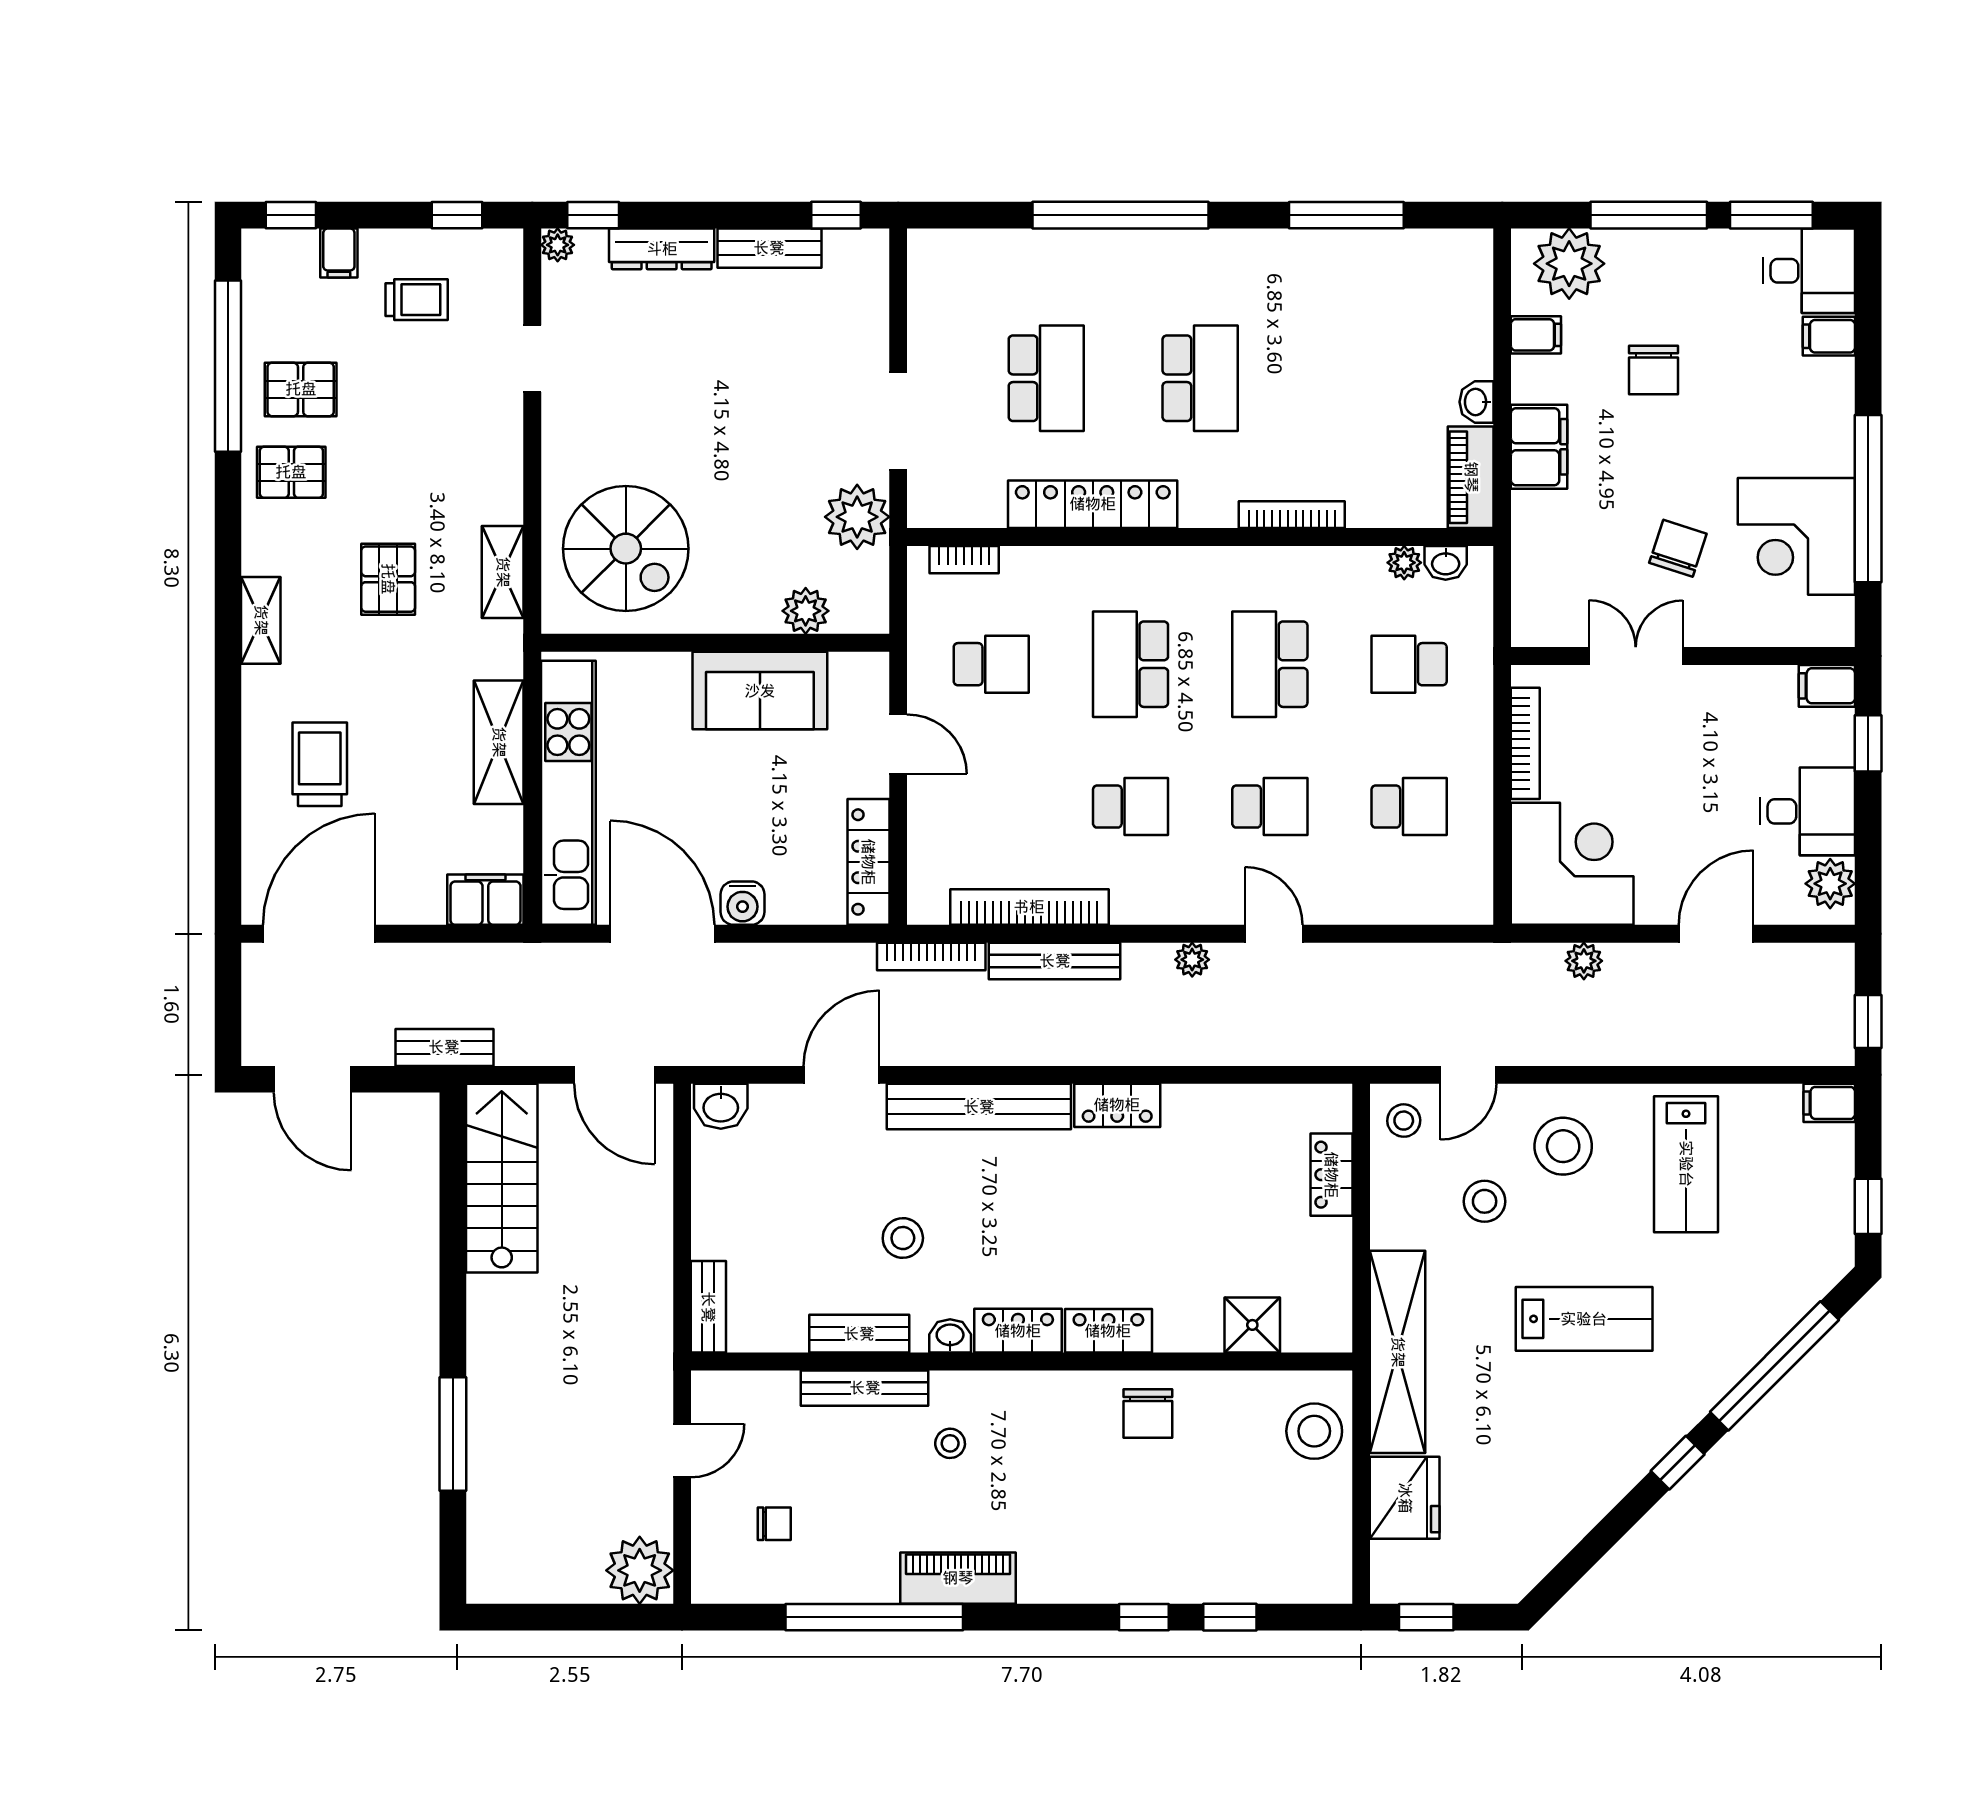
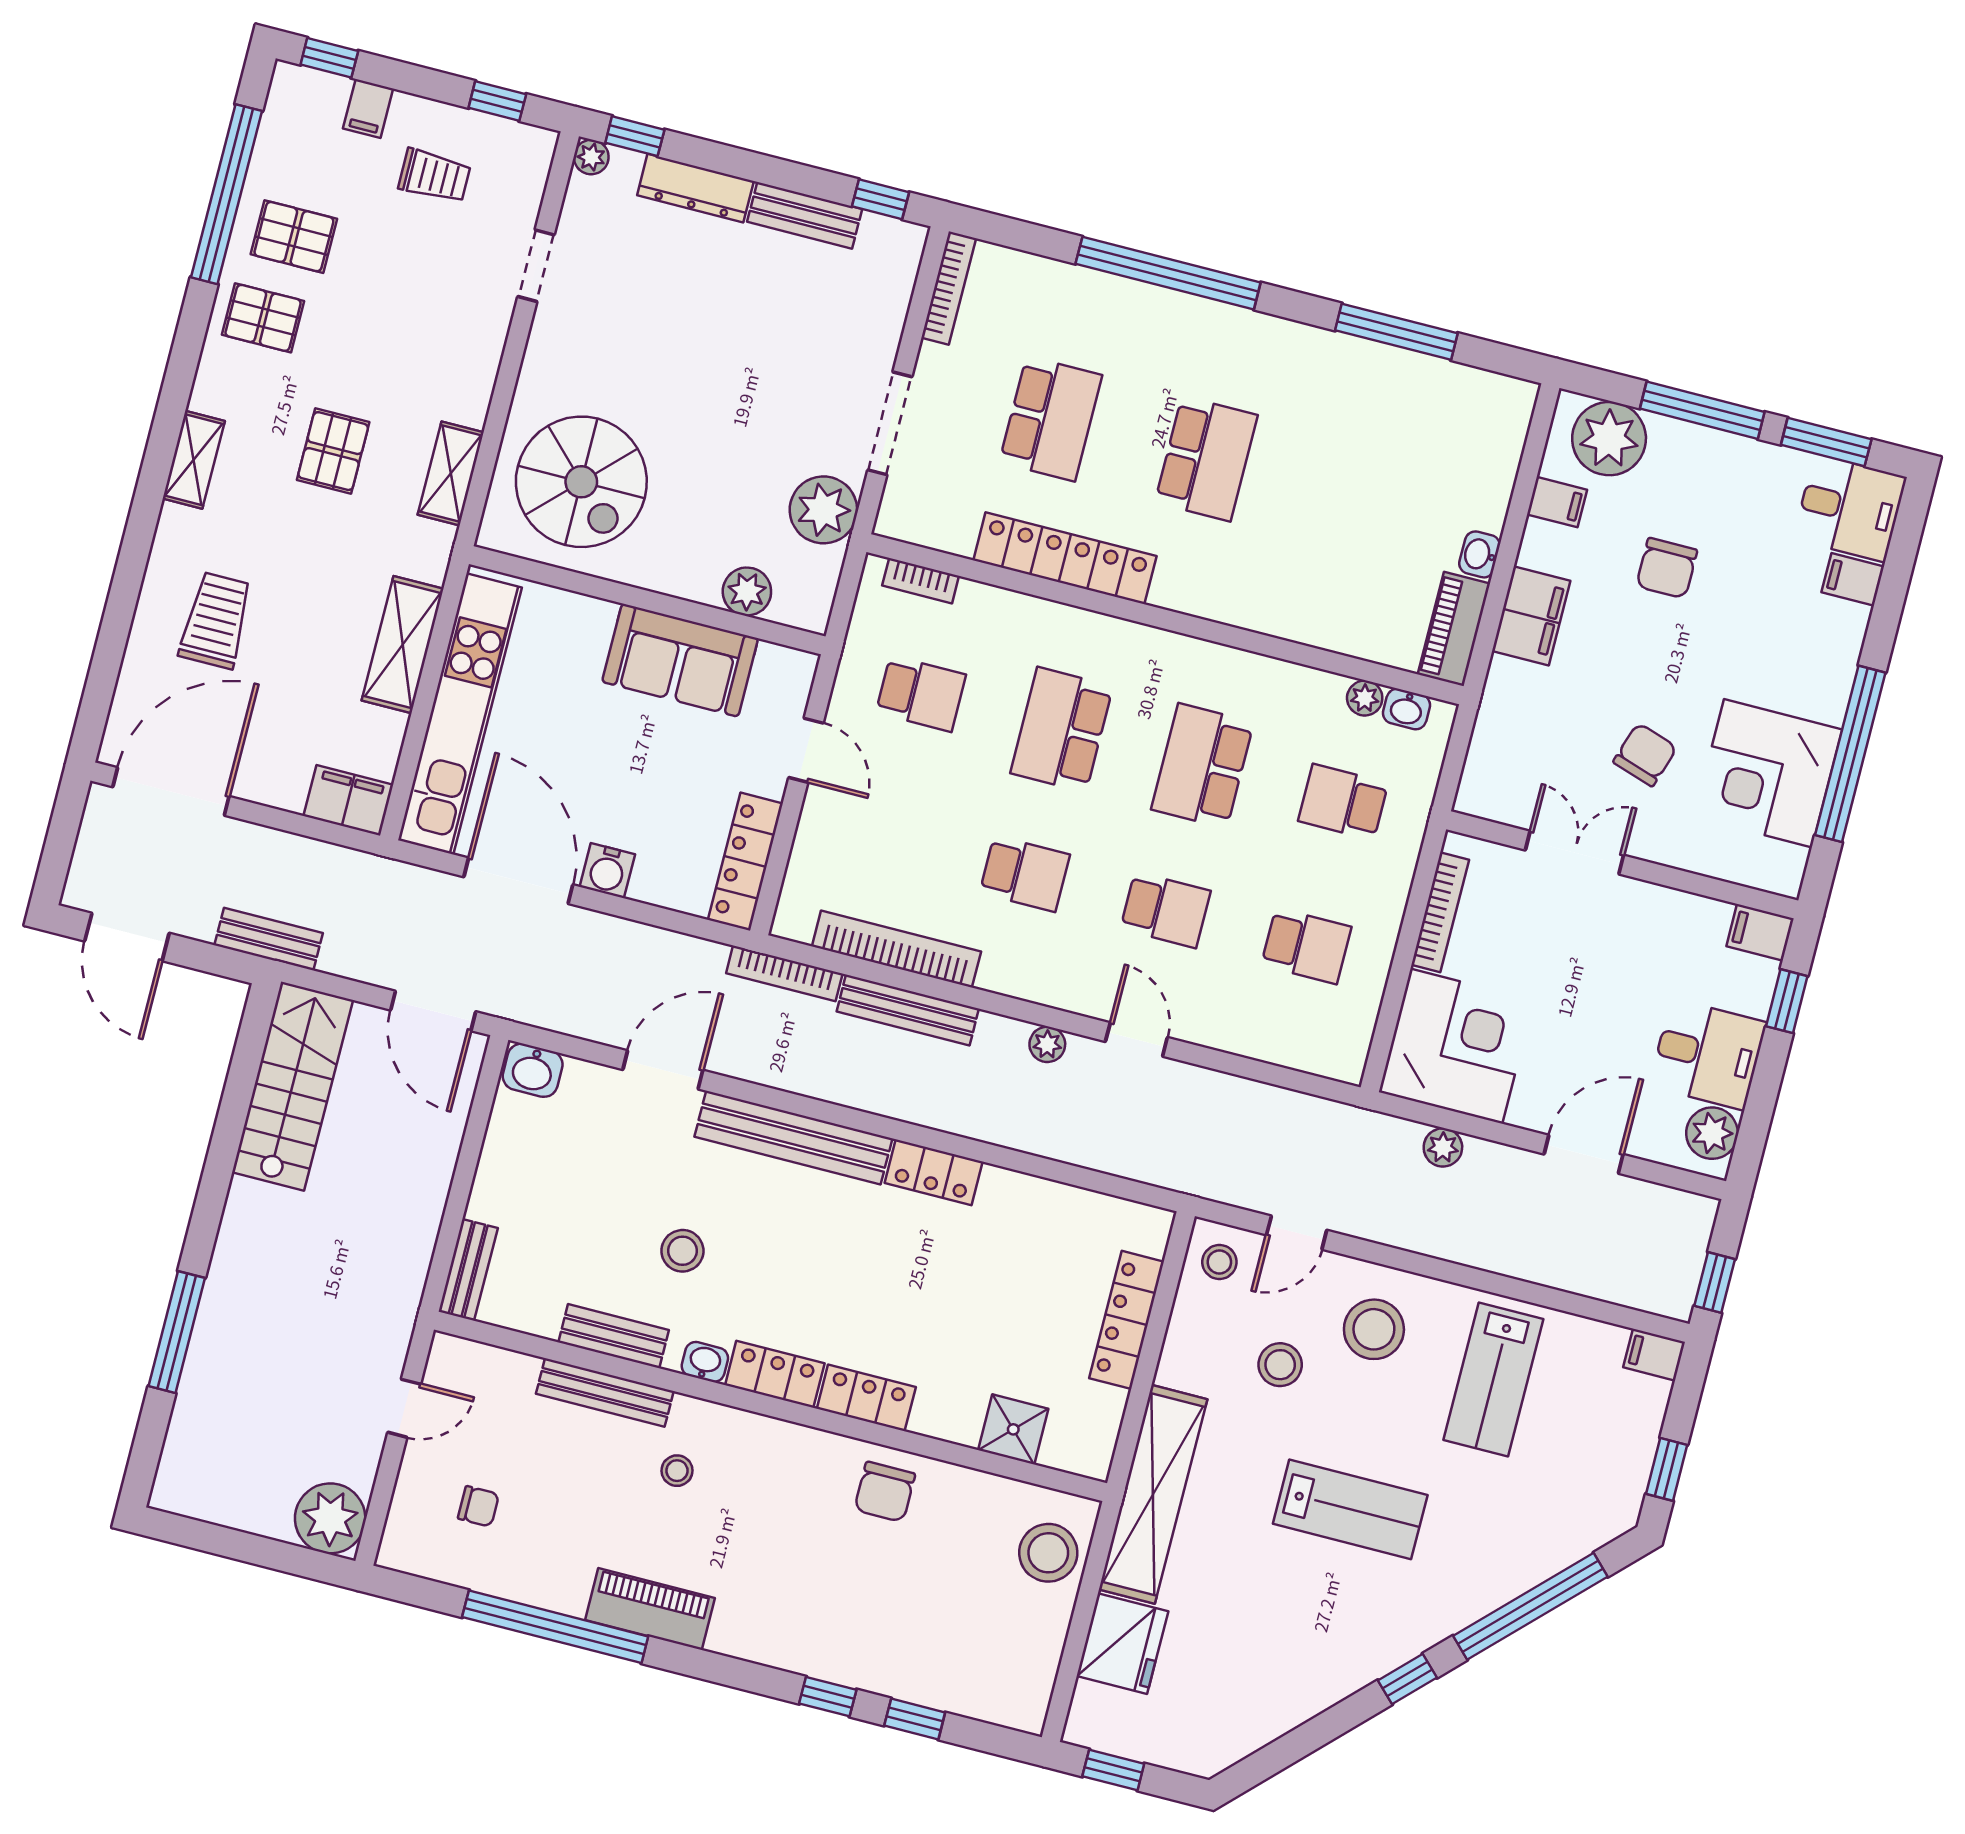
bookcase: (1292, 515) -> (949, 288), moved, turned 90
locker: (1331, 1175) -> (1127, 1320), width x1.53

